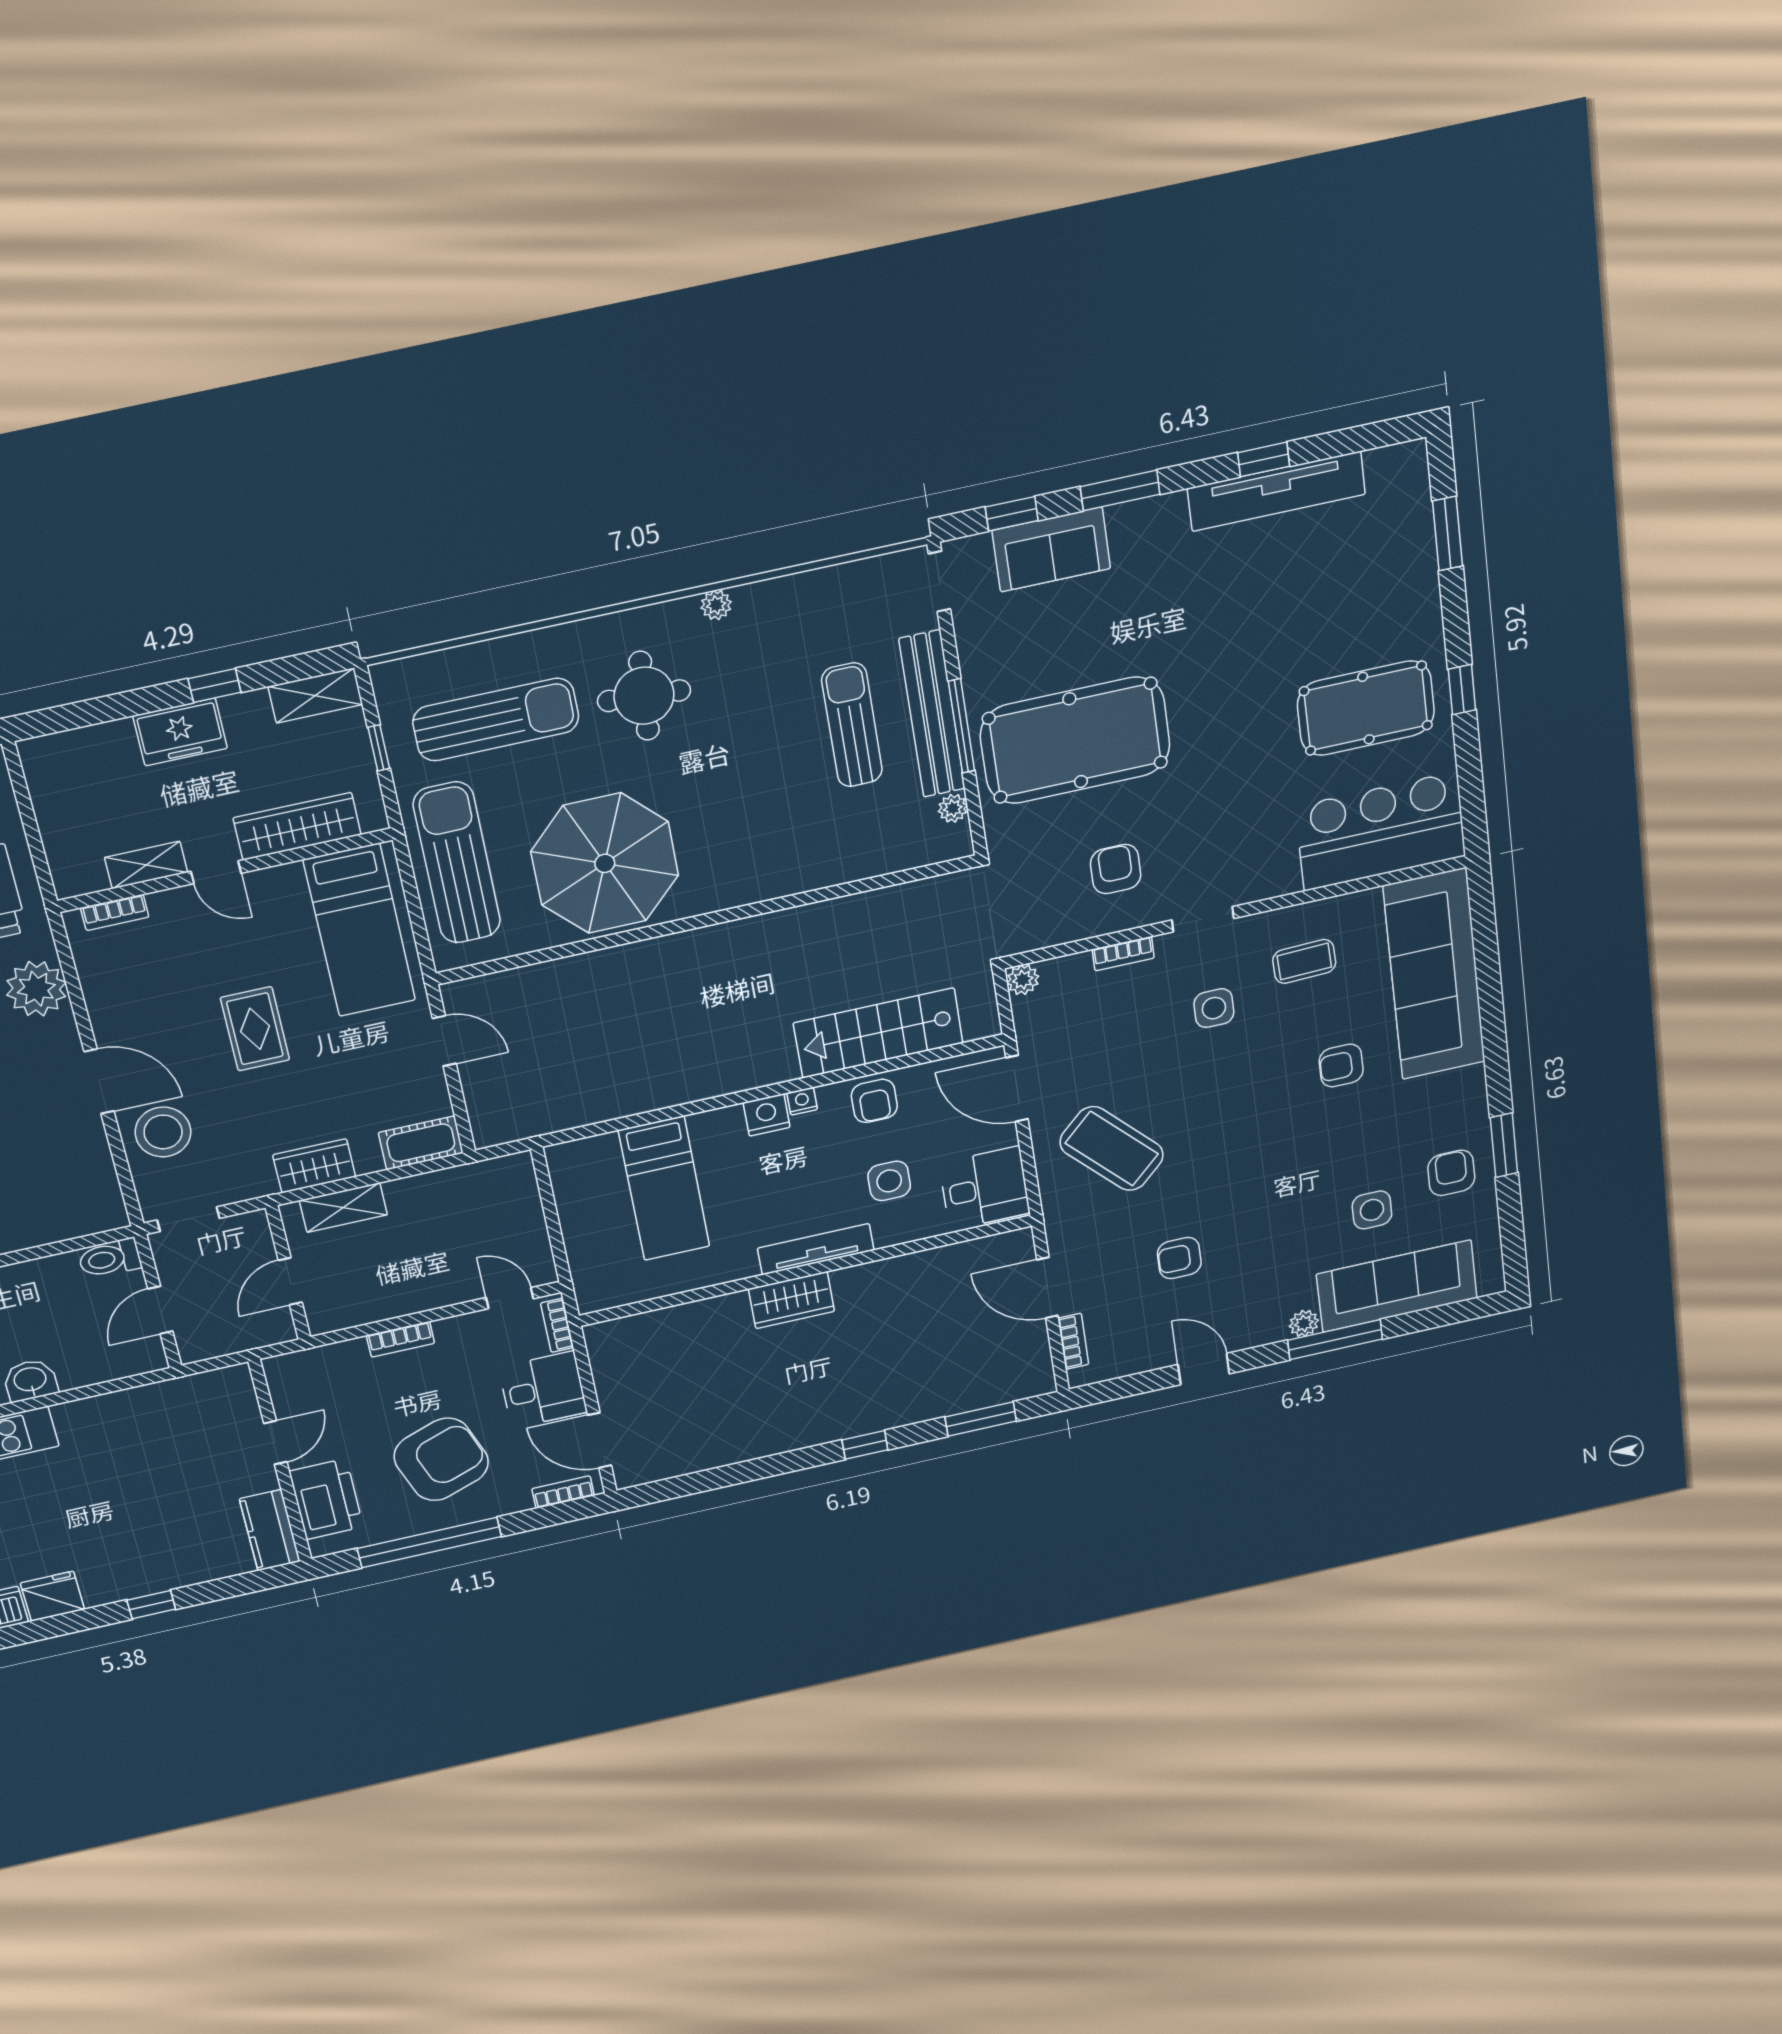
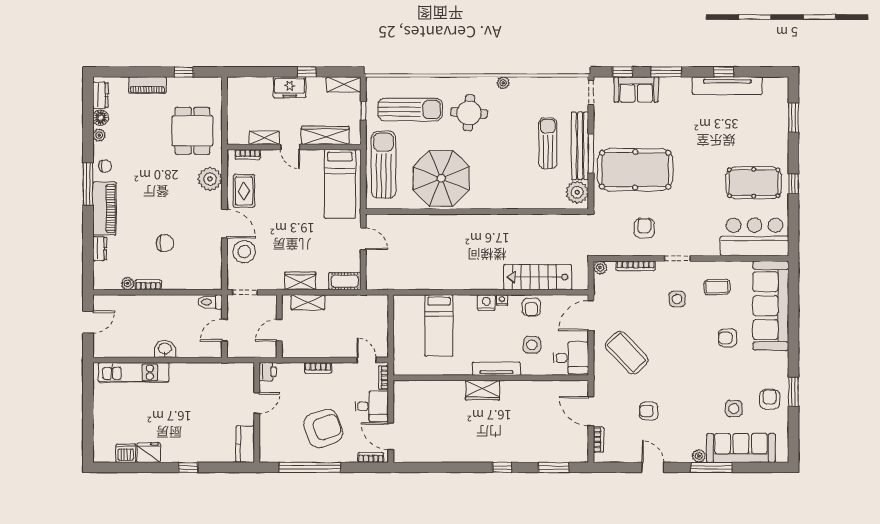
plant: (953, 808) -> (577, 192), width x1.88, depth x1.88
bookcase: (1123, 954) -> (636, 266), width x1.56
rug: (255, 1029) -> (244, 191), moved
door: (1017, 1088) -> (591, 316), hinge flipped
printer: (326, 1499) -> (268, 372), moved, width x0.53, depth x0.68

